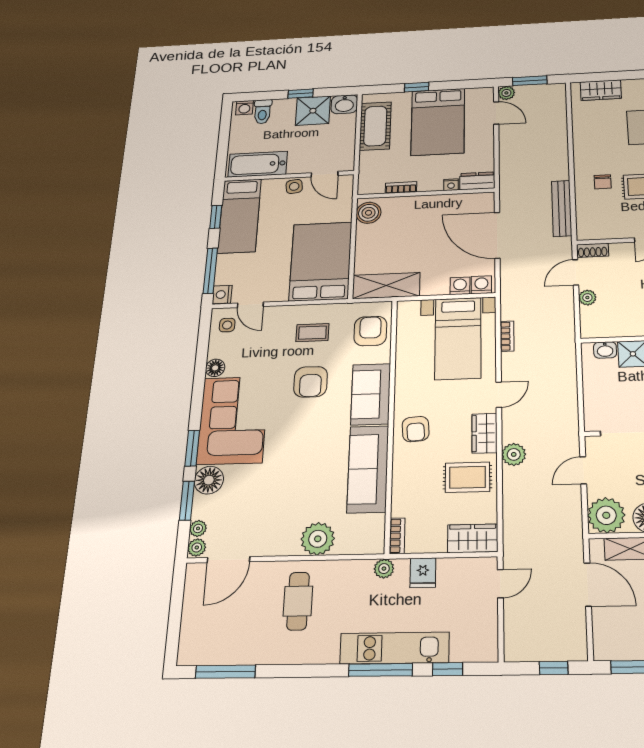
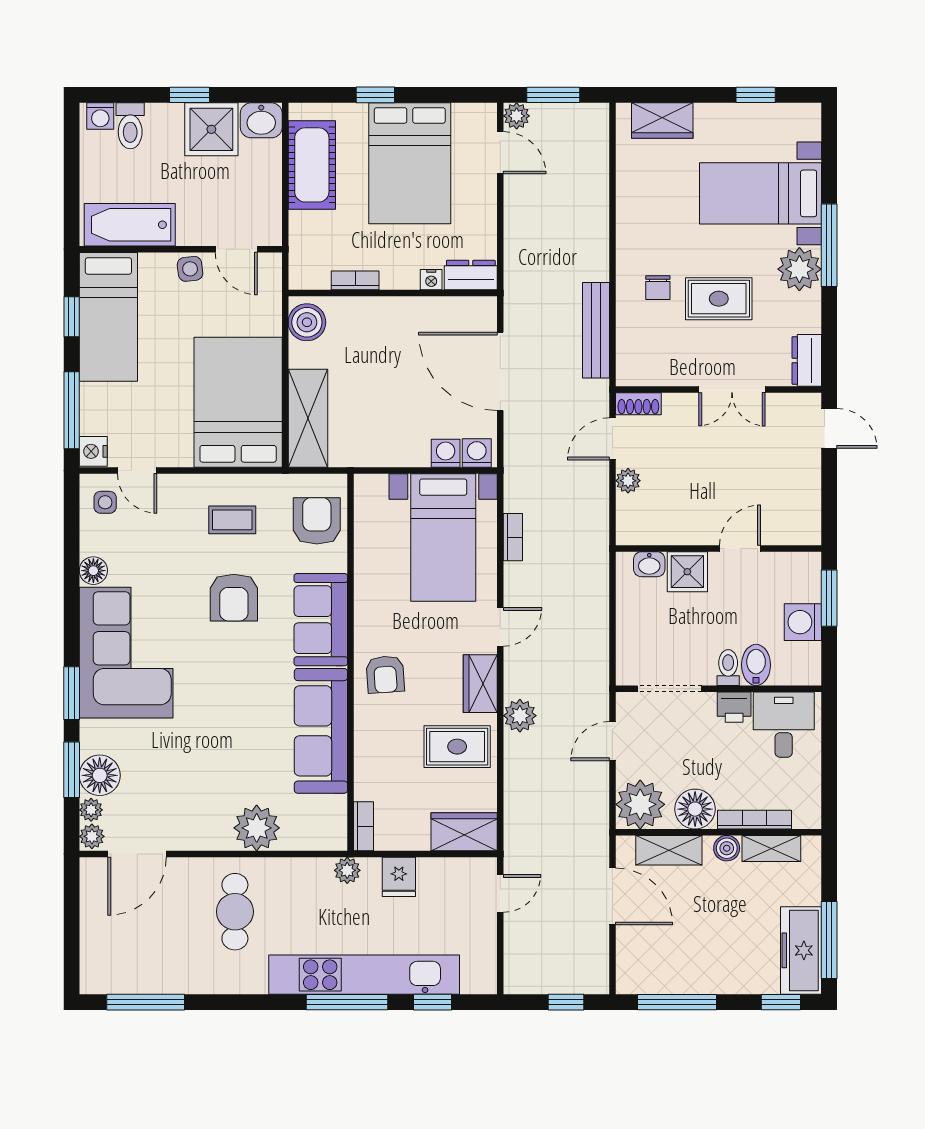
shelving: (386, 286) -> (308, 418), moved, turned 90
floor lamp: (209, 480) -> (100, 775), moved
kitchen unit: (394, 648) -> (364, 975), width x1.36

